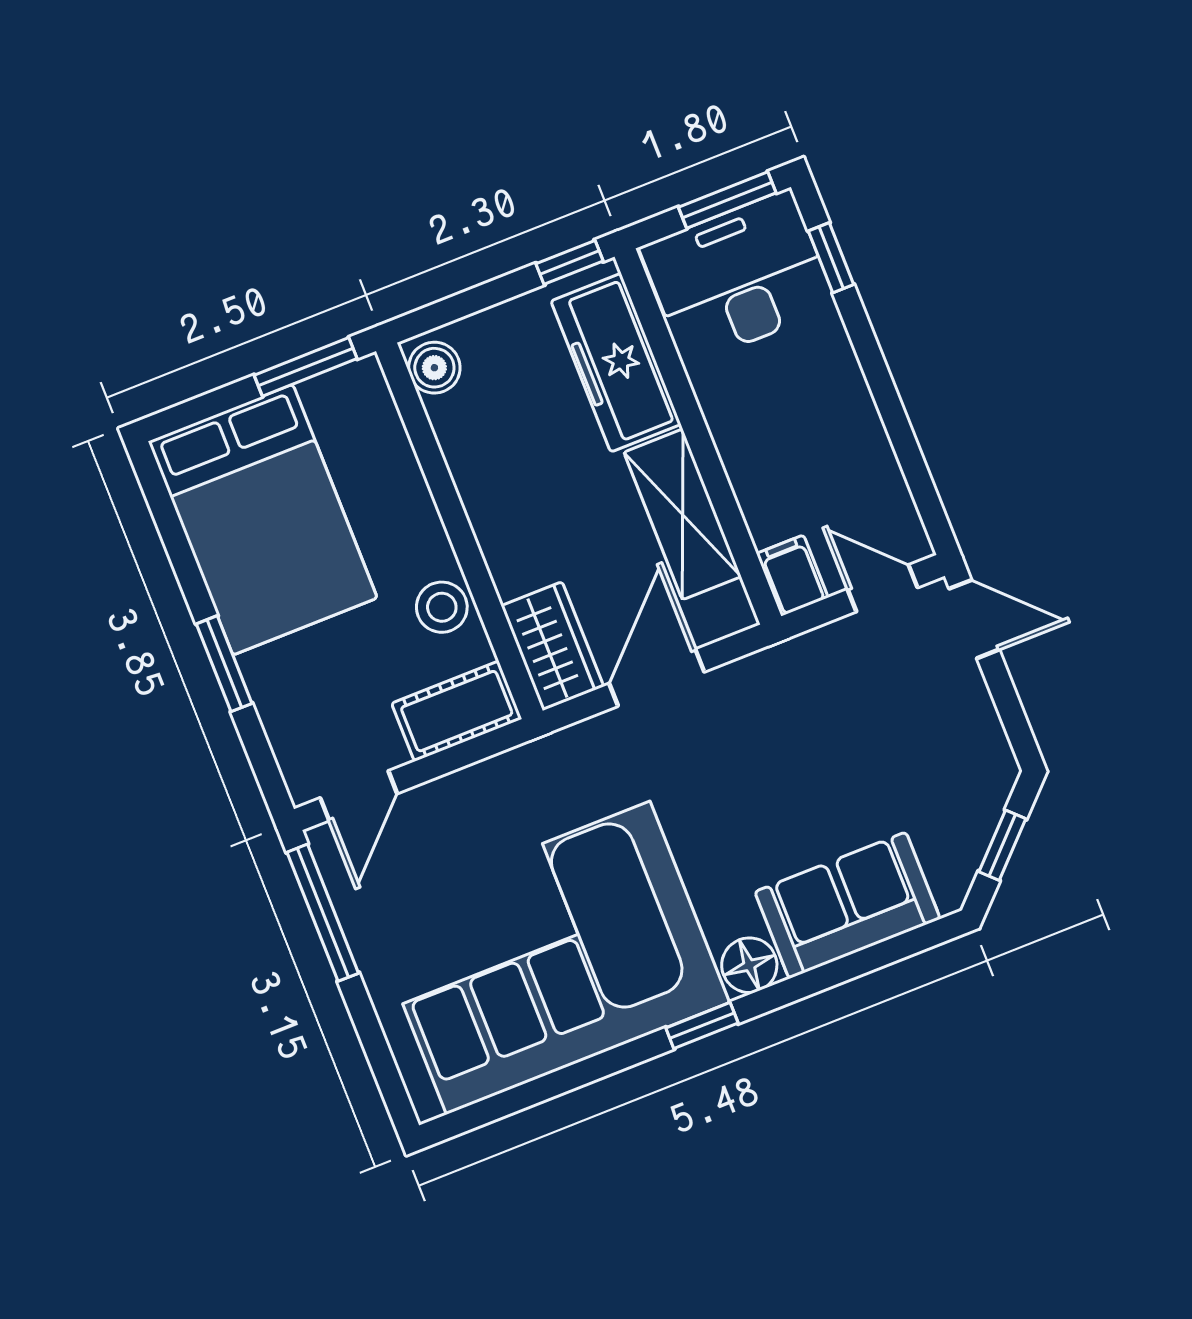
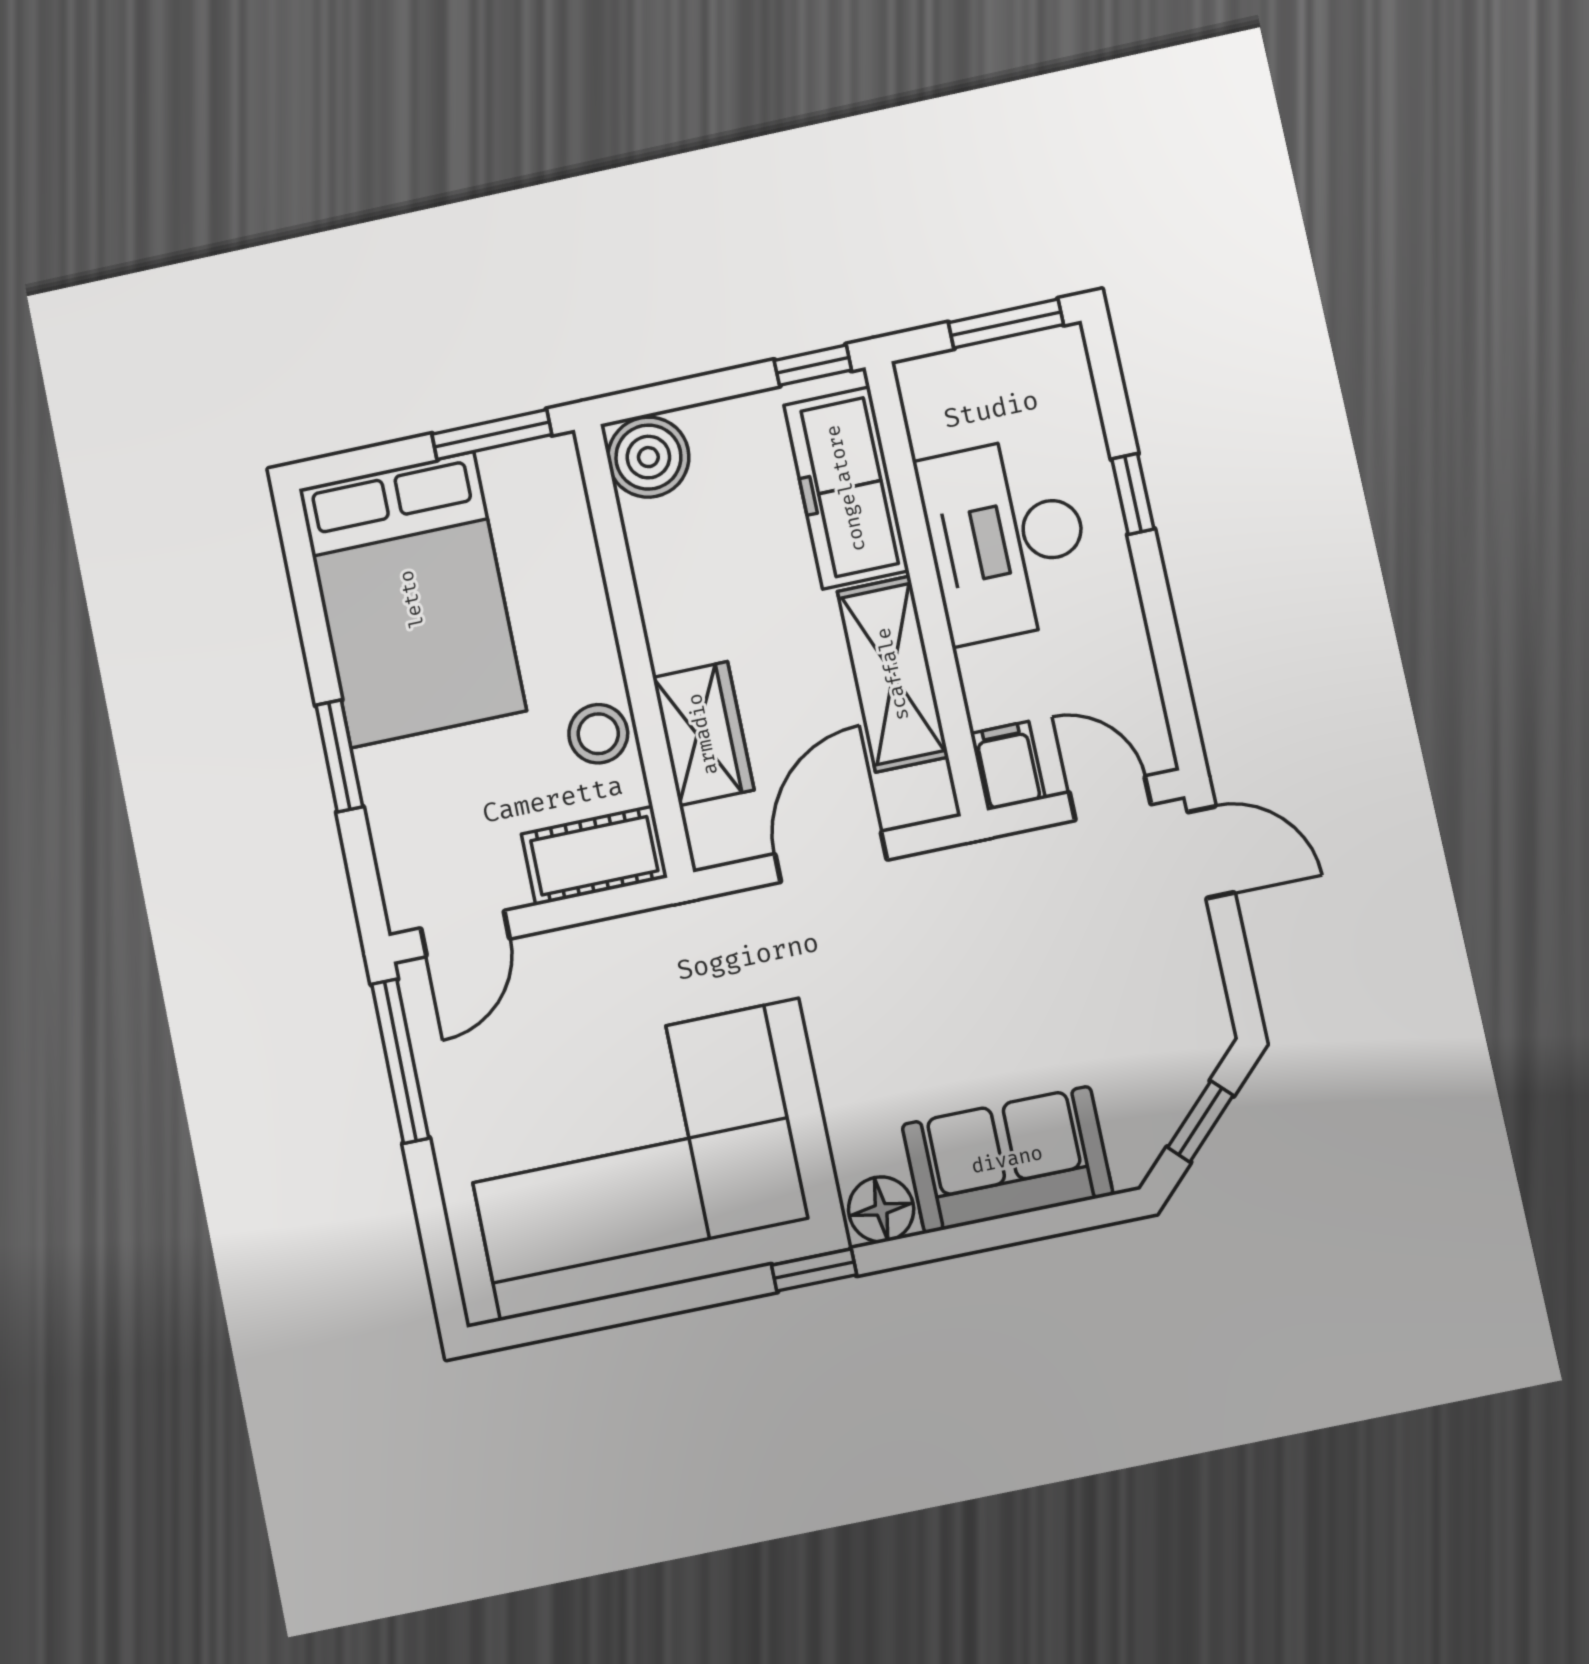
window: (831, 258) -> (1133, 494), moved
desk: (738, 277) -> (1006, 539), moved, turned -90
boiler: (434, 368) -> (648, 457), width x1.36, depth x1.36
wardrobe: (552, 646) -> (703, 734), moved

